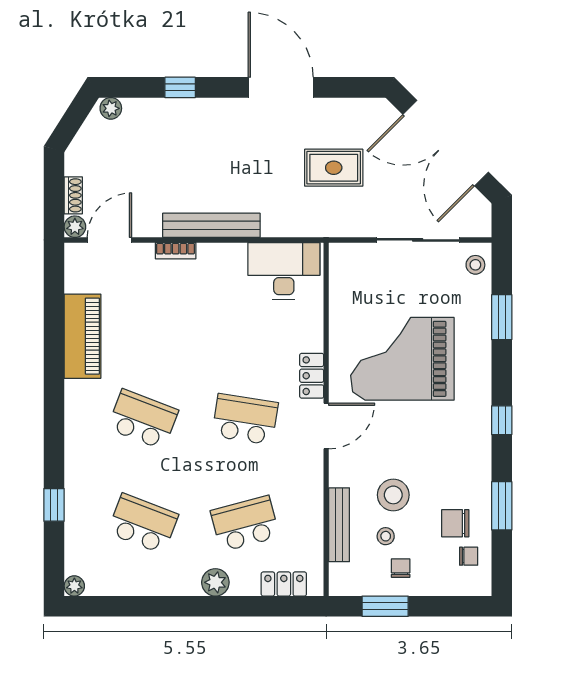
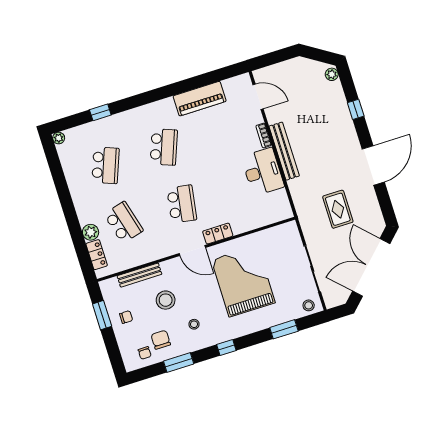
shoe rack: (73, 195) -> (277, 69), removed
plant: (75, 227) -> (259, 75), removed
desk: (284, 271) -> (263, 172), moved
stool: (386, 536) -> (194, 324), moved
plant: (215, 582) -> (91, 232), moved

